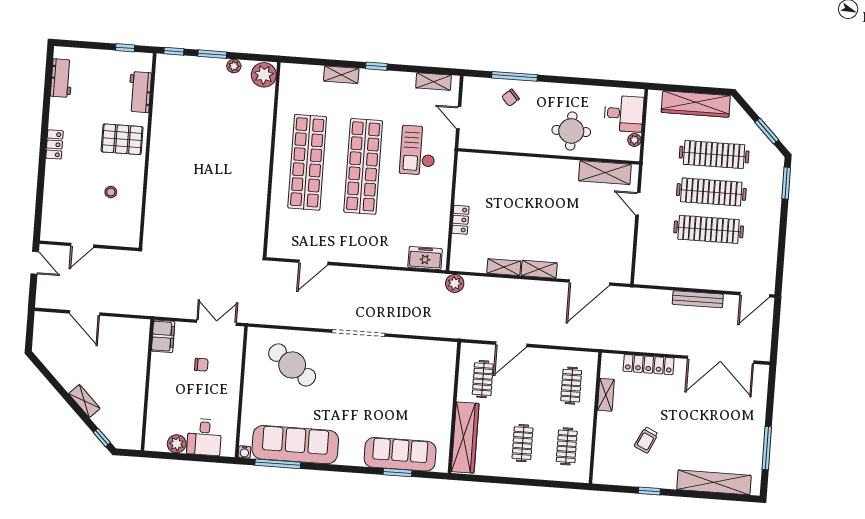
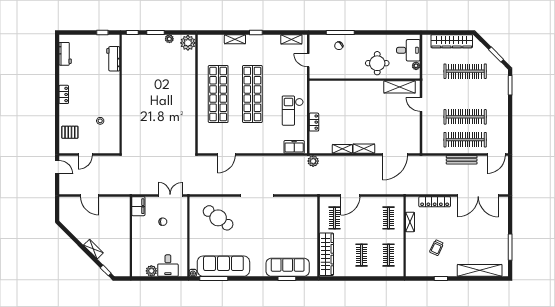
pallet: (122, 139) -> (70, 132), moved, width x0.67, depth x0.71
checkout: (418, 150) -> (293, 111), moved
clothes rail: (711, 192) -> (465, 140), moved

